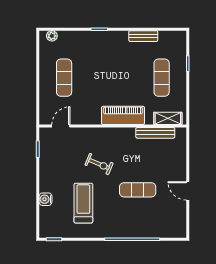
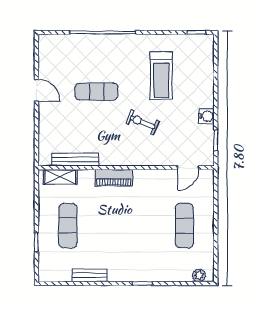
piano: (123, 115) -> (114, 178), width x0.73, depth x0.75
water cooler: (46, 199) -> (206, 116), moved

